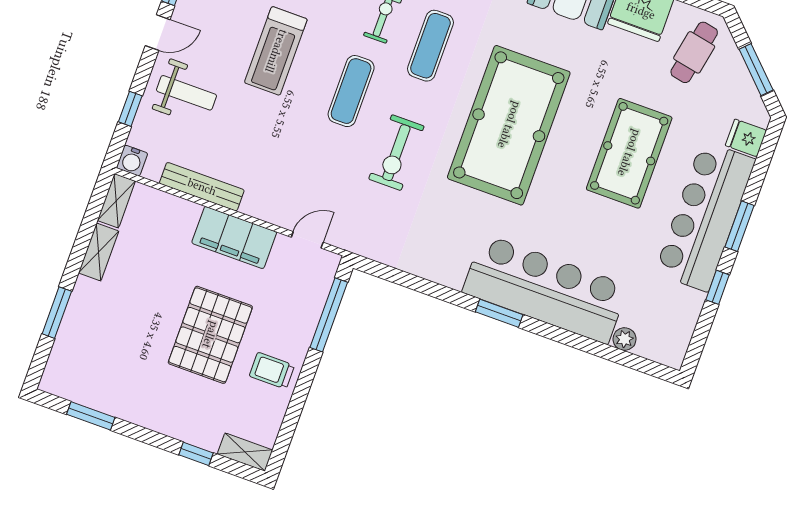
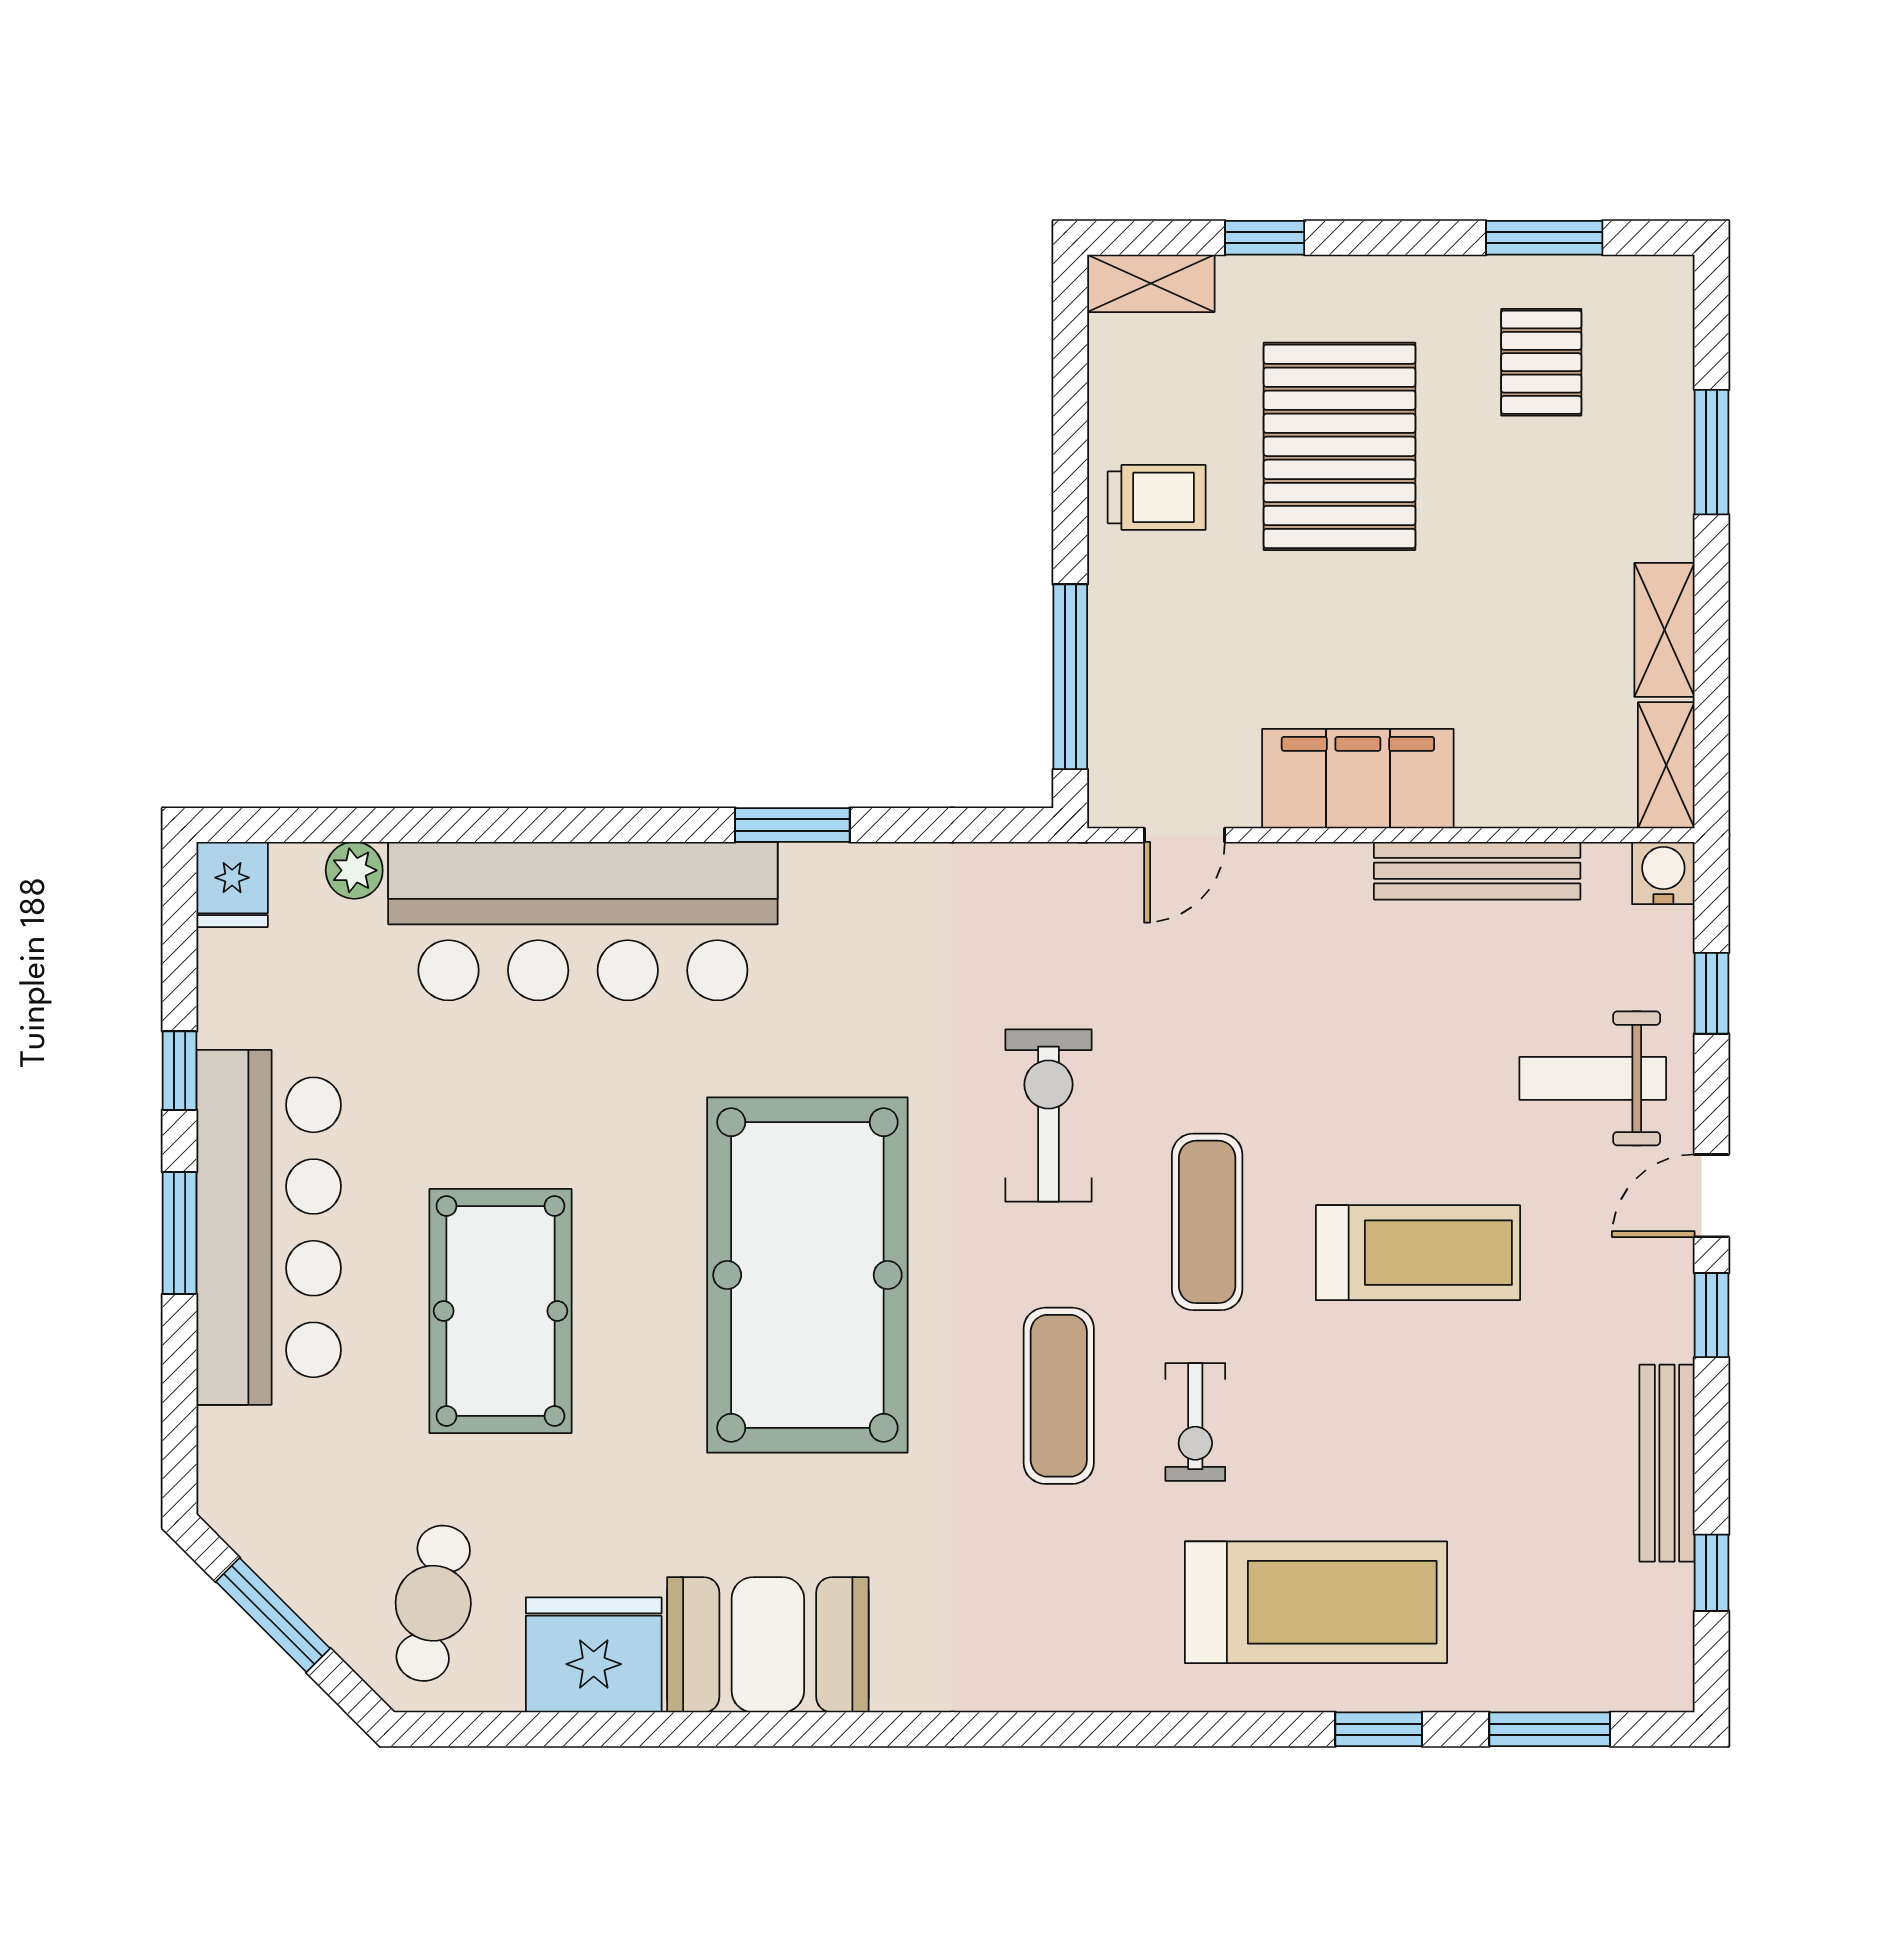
treadmill: (276, 51) -> (1418, 1253), turned 90
fridge: (746, 138) -> (232, 884), moved, turned 90
window: (499, 313) -> (792, 825), moved
pallet: (210, 335) -> (1339, 446), moved
pallet: (109, 369) -> (1541, 362), added

